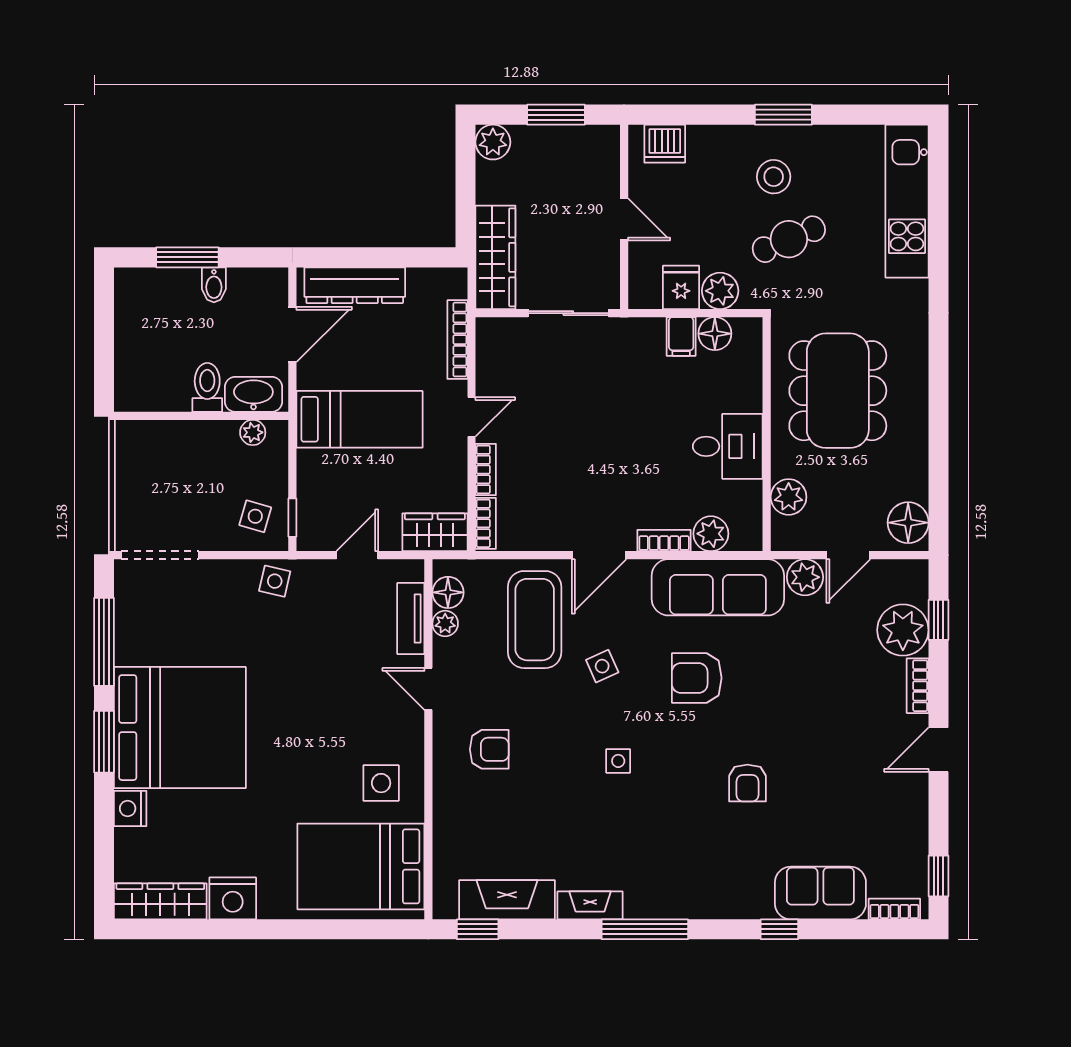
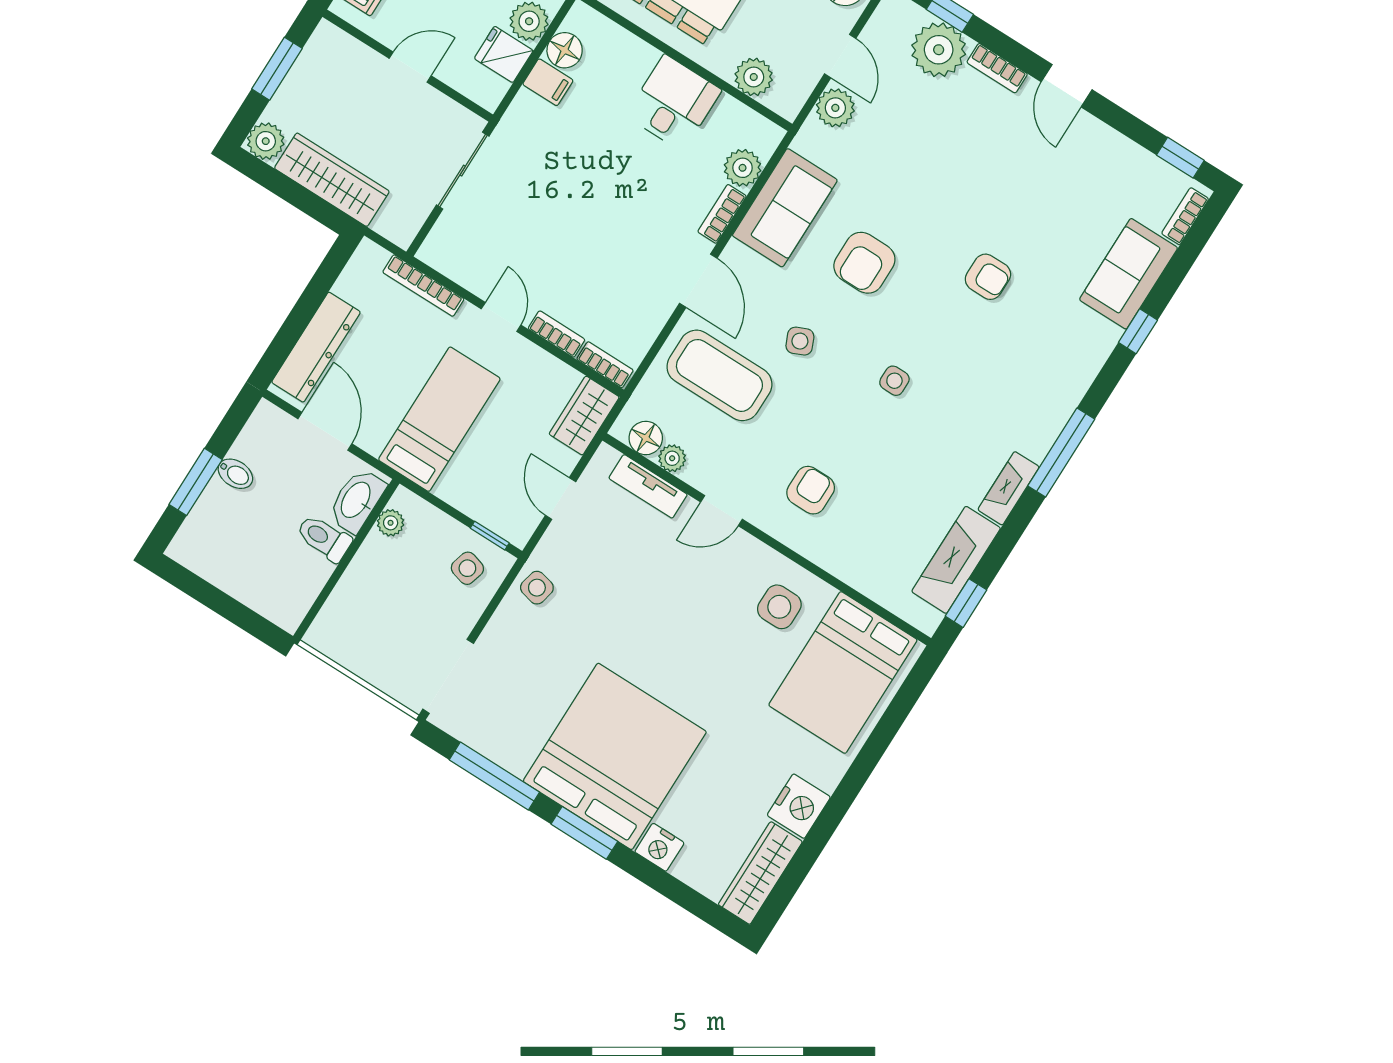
wardrobe: (495, 257) -> (332, 180), moved
sofa: (718, 587) -> (785, 208), width x0.73

